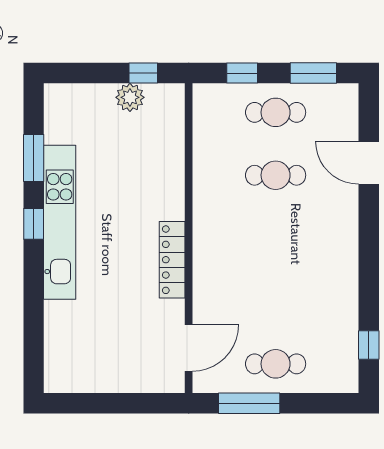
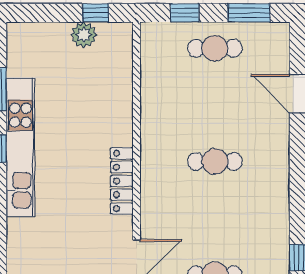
cafe table: (276, 175) -> (215, 161), moved

